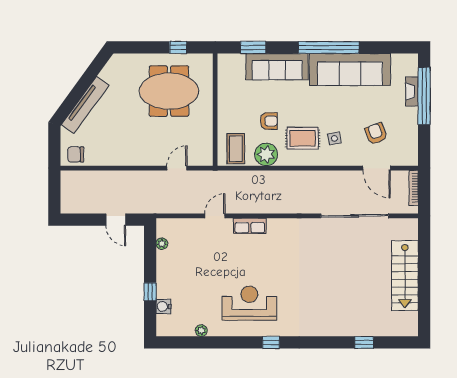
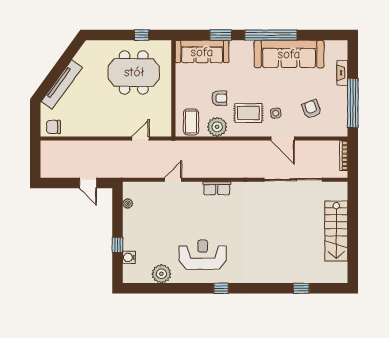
window: (253, 47) -> (221, 35), moved
sofa: (277, 67) -> (202, 52), moved
window: (424, 96) -> (353, 103), moved
door: (377, 168) -> (283, 139), moved
row of seats: (250, 226) -> (217, 188), moved
plant: (201, 331) -> (161, 274), width x1.88, depth x1.88

